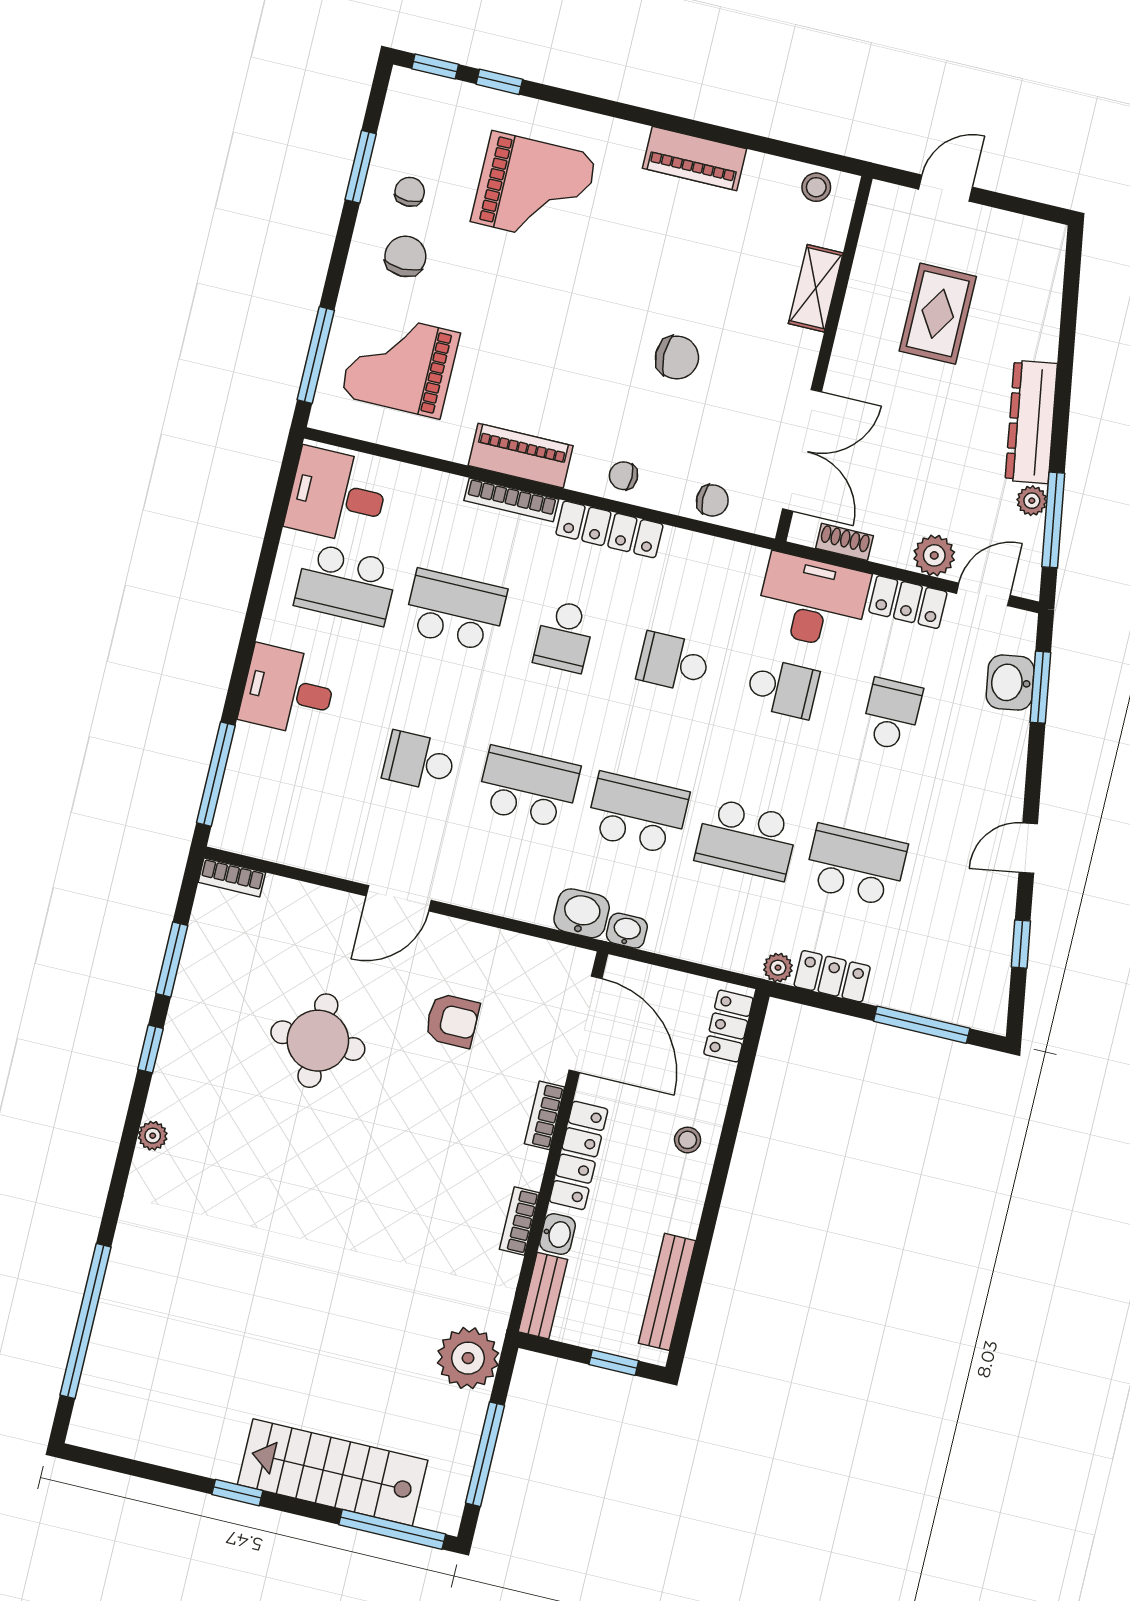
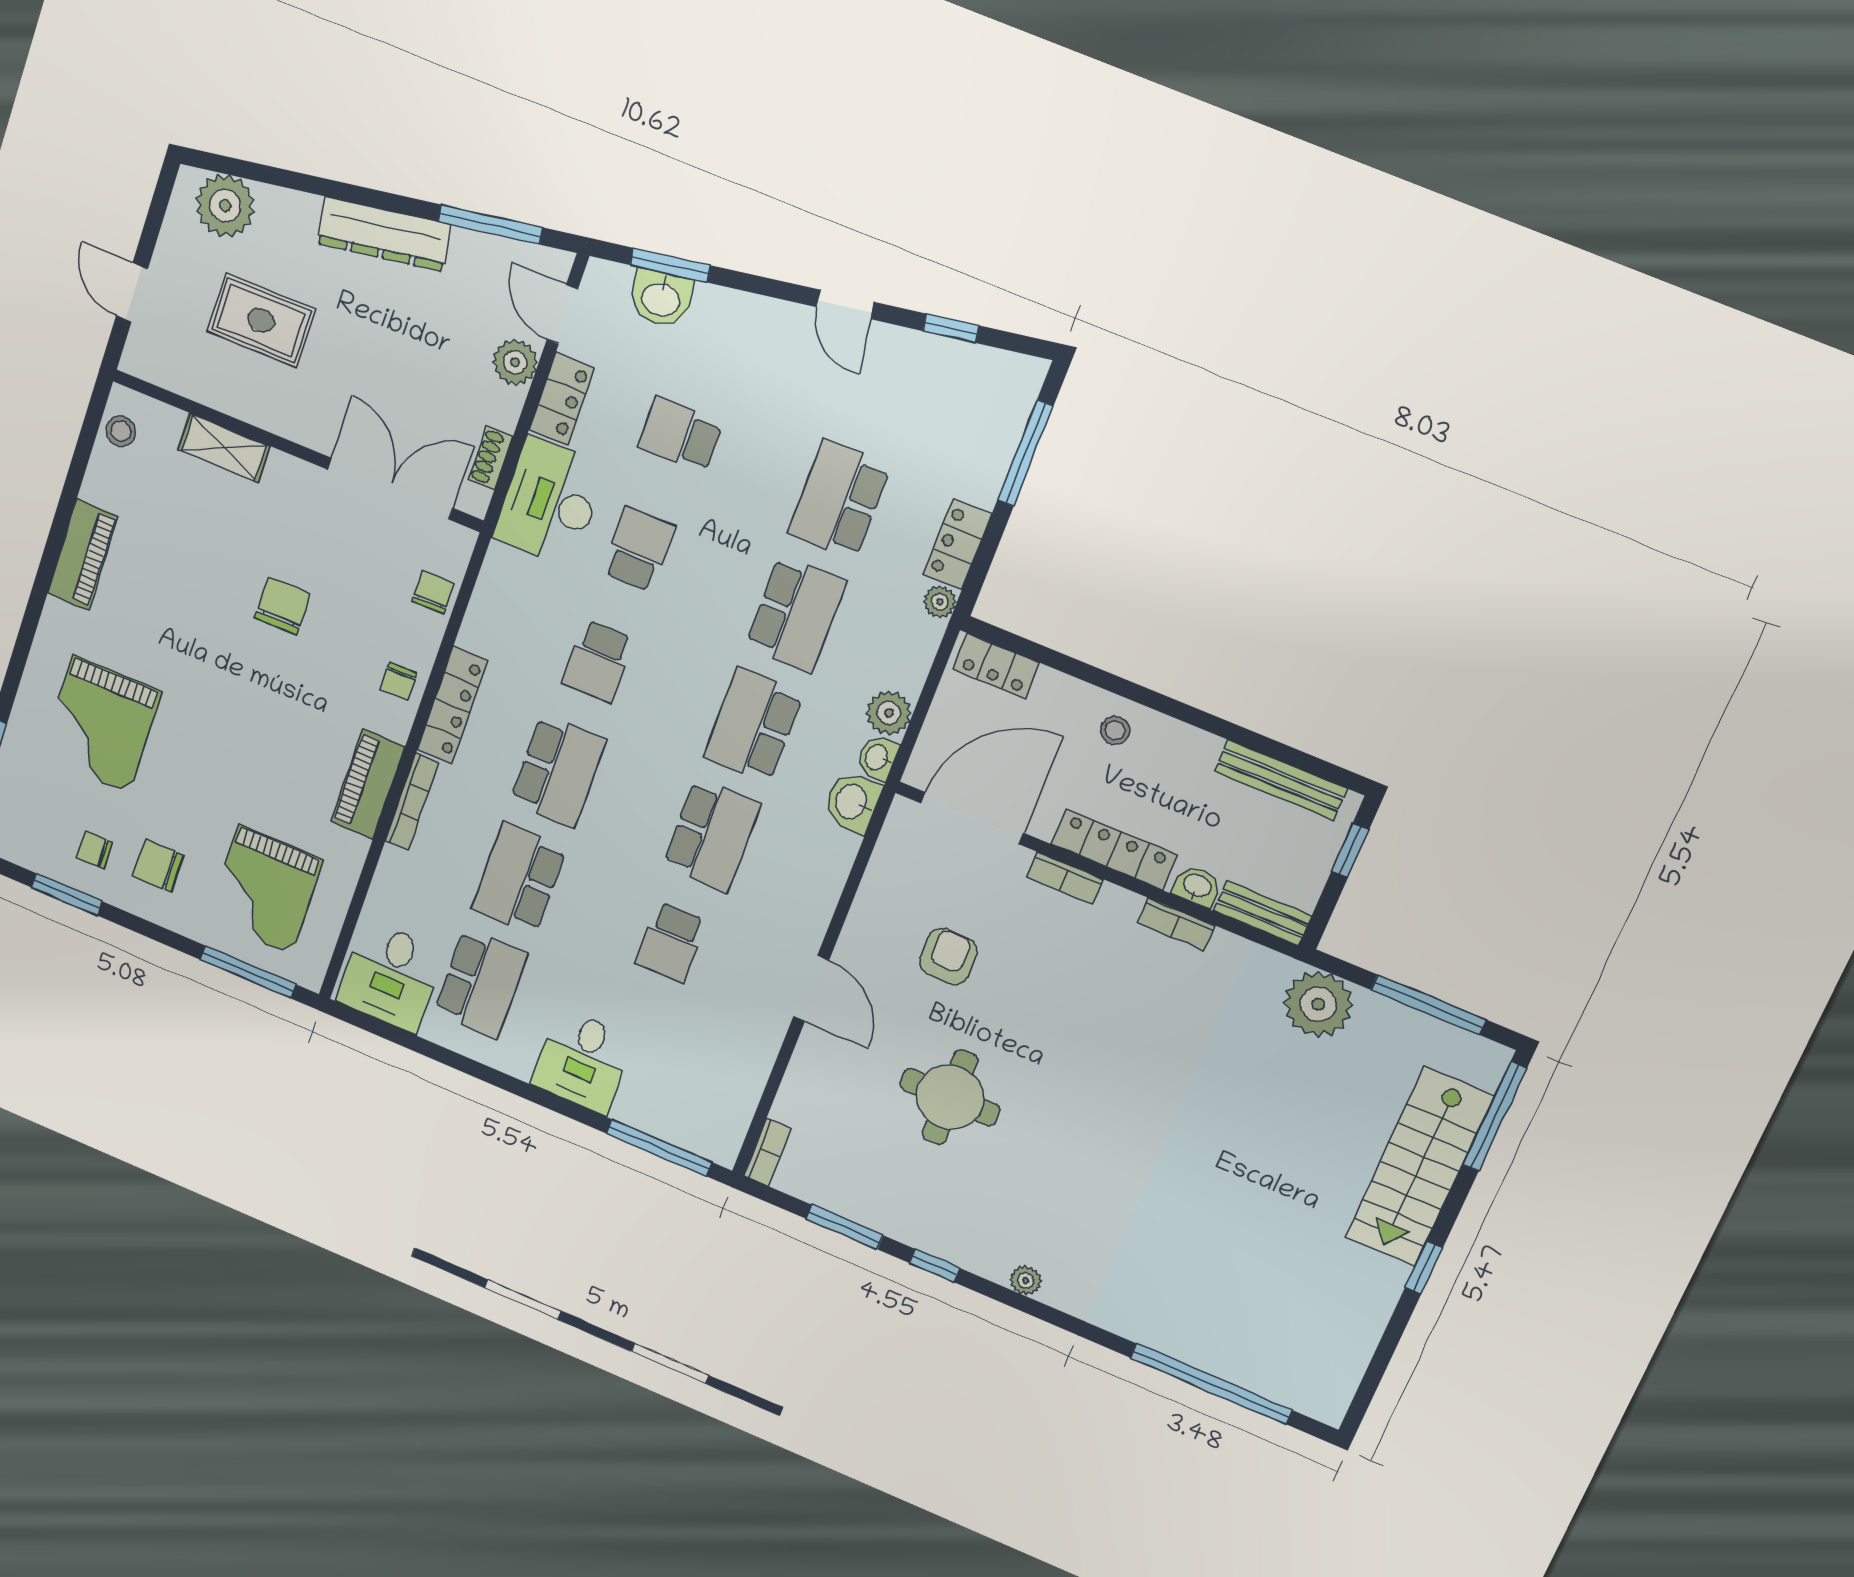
grand piano: (534, 189) -> (101, 725), turned 180
plant: (1032, 501) -> (225, 206), moved, width x1.87, depth x1.87
school desk: (564, 636) -> (558, 771), width x1.85
school desk: (528, 787) -> (712, 835), turned 180
plant: (670, 936) -> (889, 713), added

